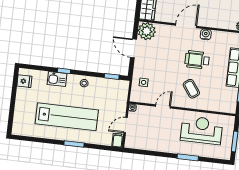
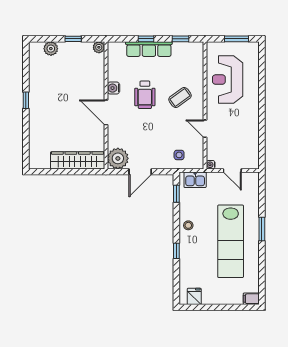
kitchen sink: (57, 79) -> (195, 180), moved, turned 90
lab bench: (67, 117) -> (231, 241), turned 180
filing cabinet: (118, 140) -> (251, 299), moved
window: (188, 157) -> (262, 92), removed

